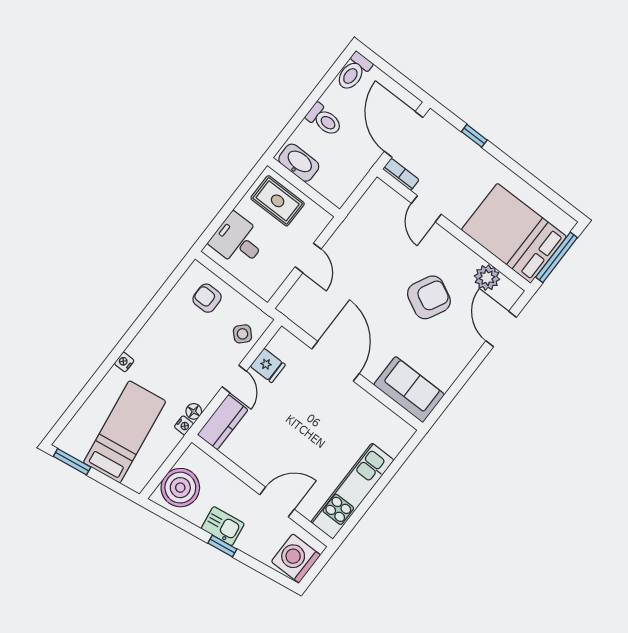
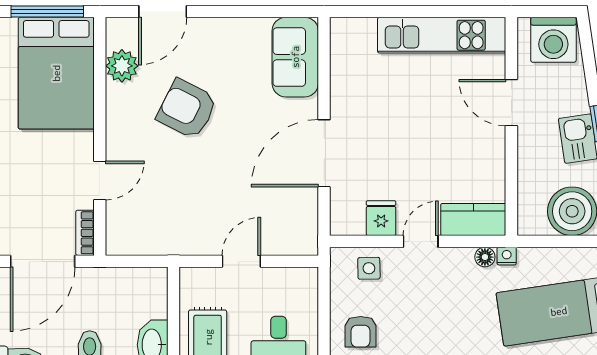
side table: (242, 334) -> (369, 268), turned 45

